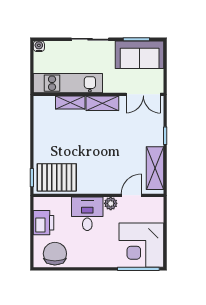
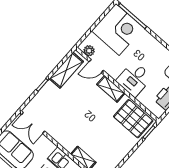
double door: (143, 94) -> (33, 123), swing flipped
shelving: (102, 103) -> (111, 89), moved
plant: (111, 203) -> (89, 51), moved

